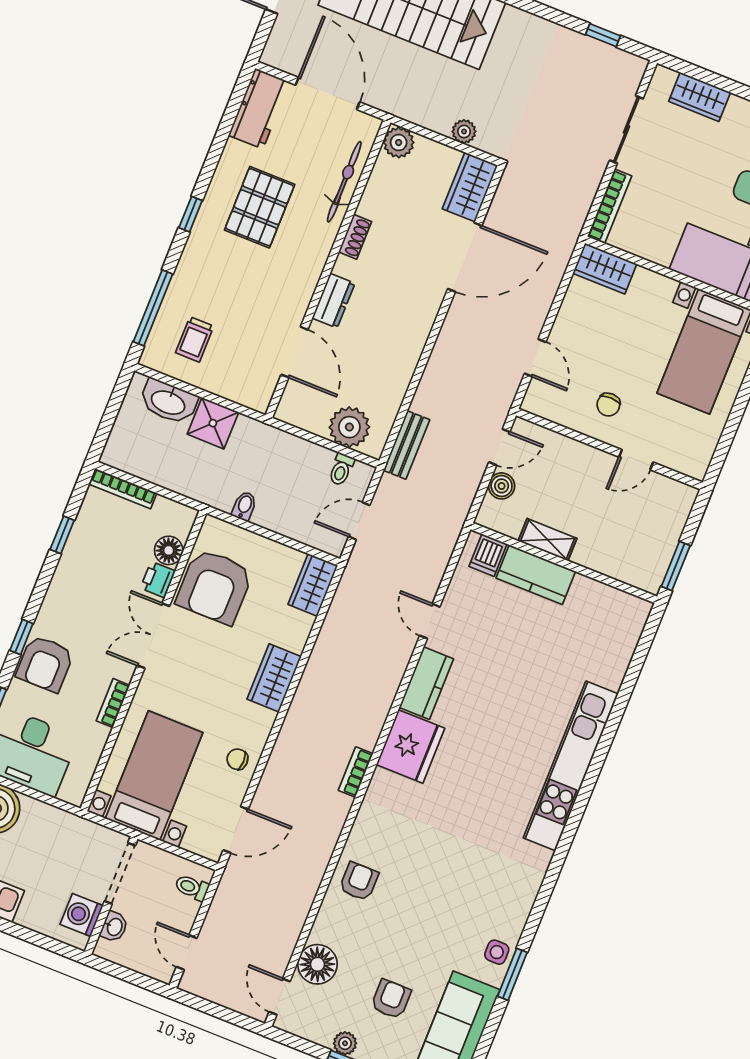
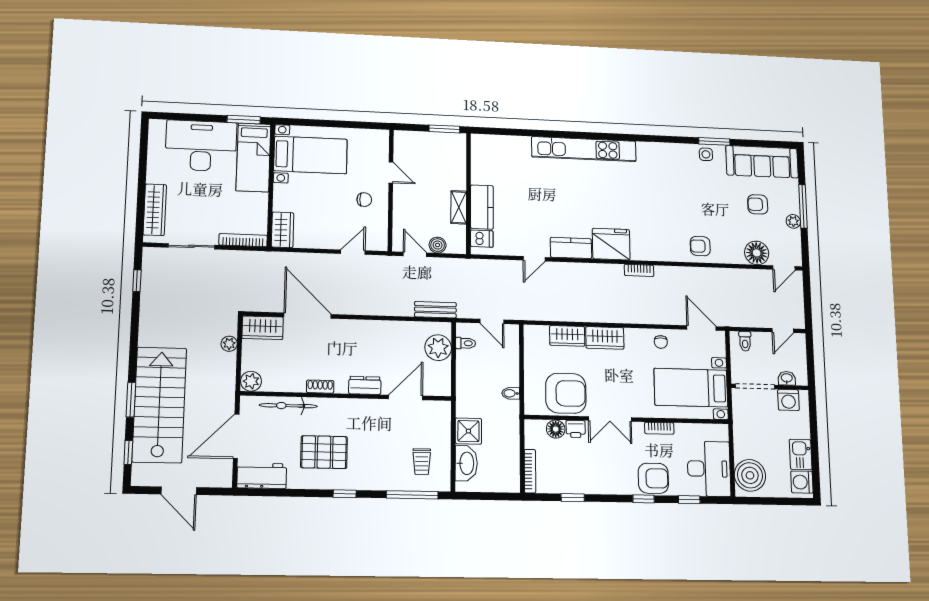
wardrobe: (700, 97) -> (155, 210), width x1.50
trolley: (195, 339) -> (422, 462), turned 90
wardrobe: (313, 585) -> (567, 336), moved

